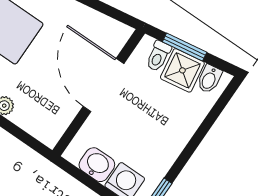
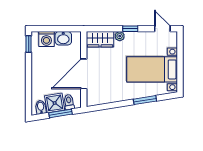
door: (103, 85) -> (84, 74), swing flipped
wardrobe: (39, 122) -> (100, 39), added

